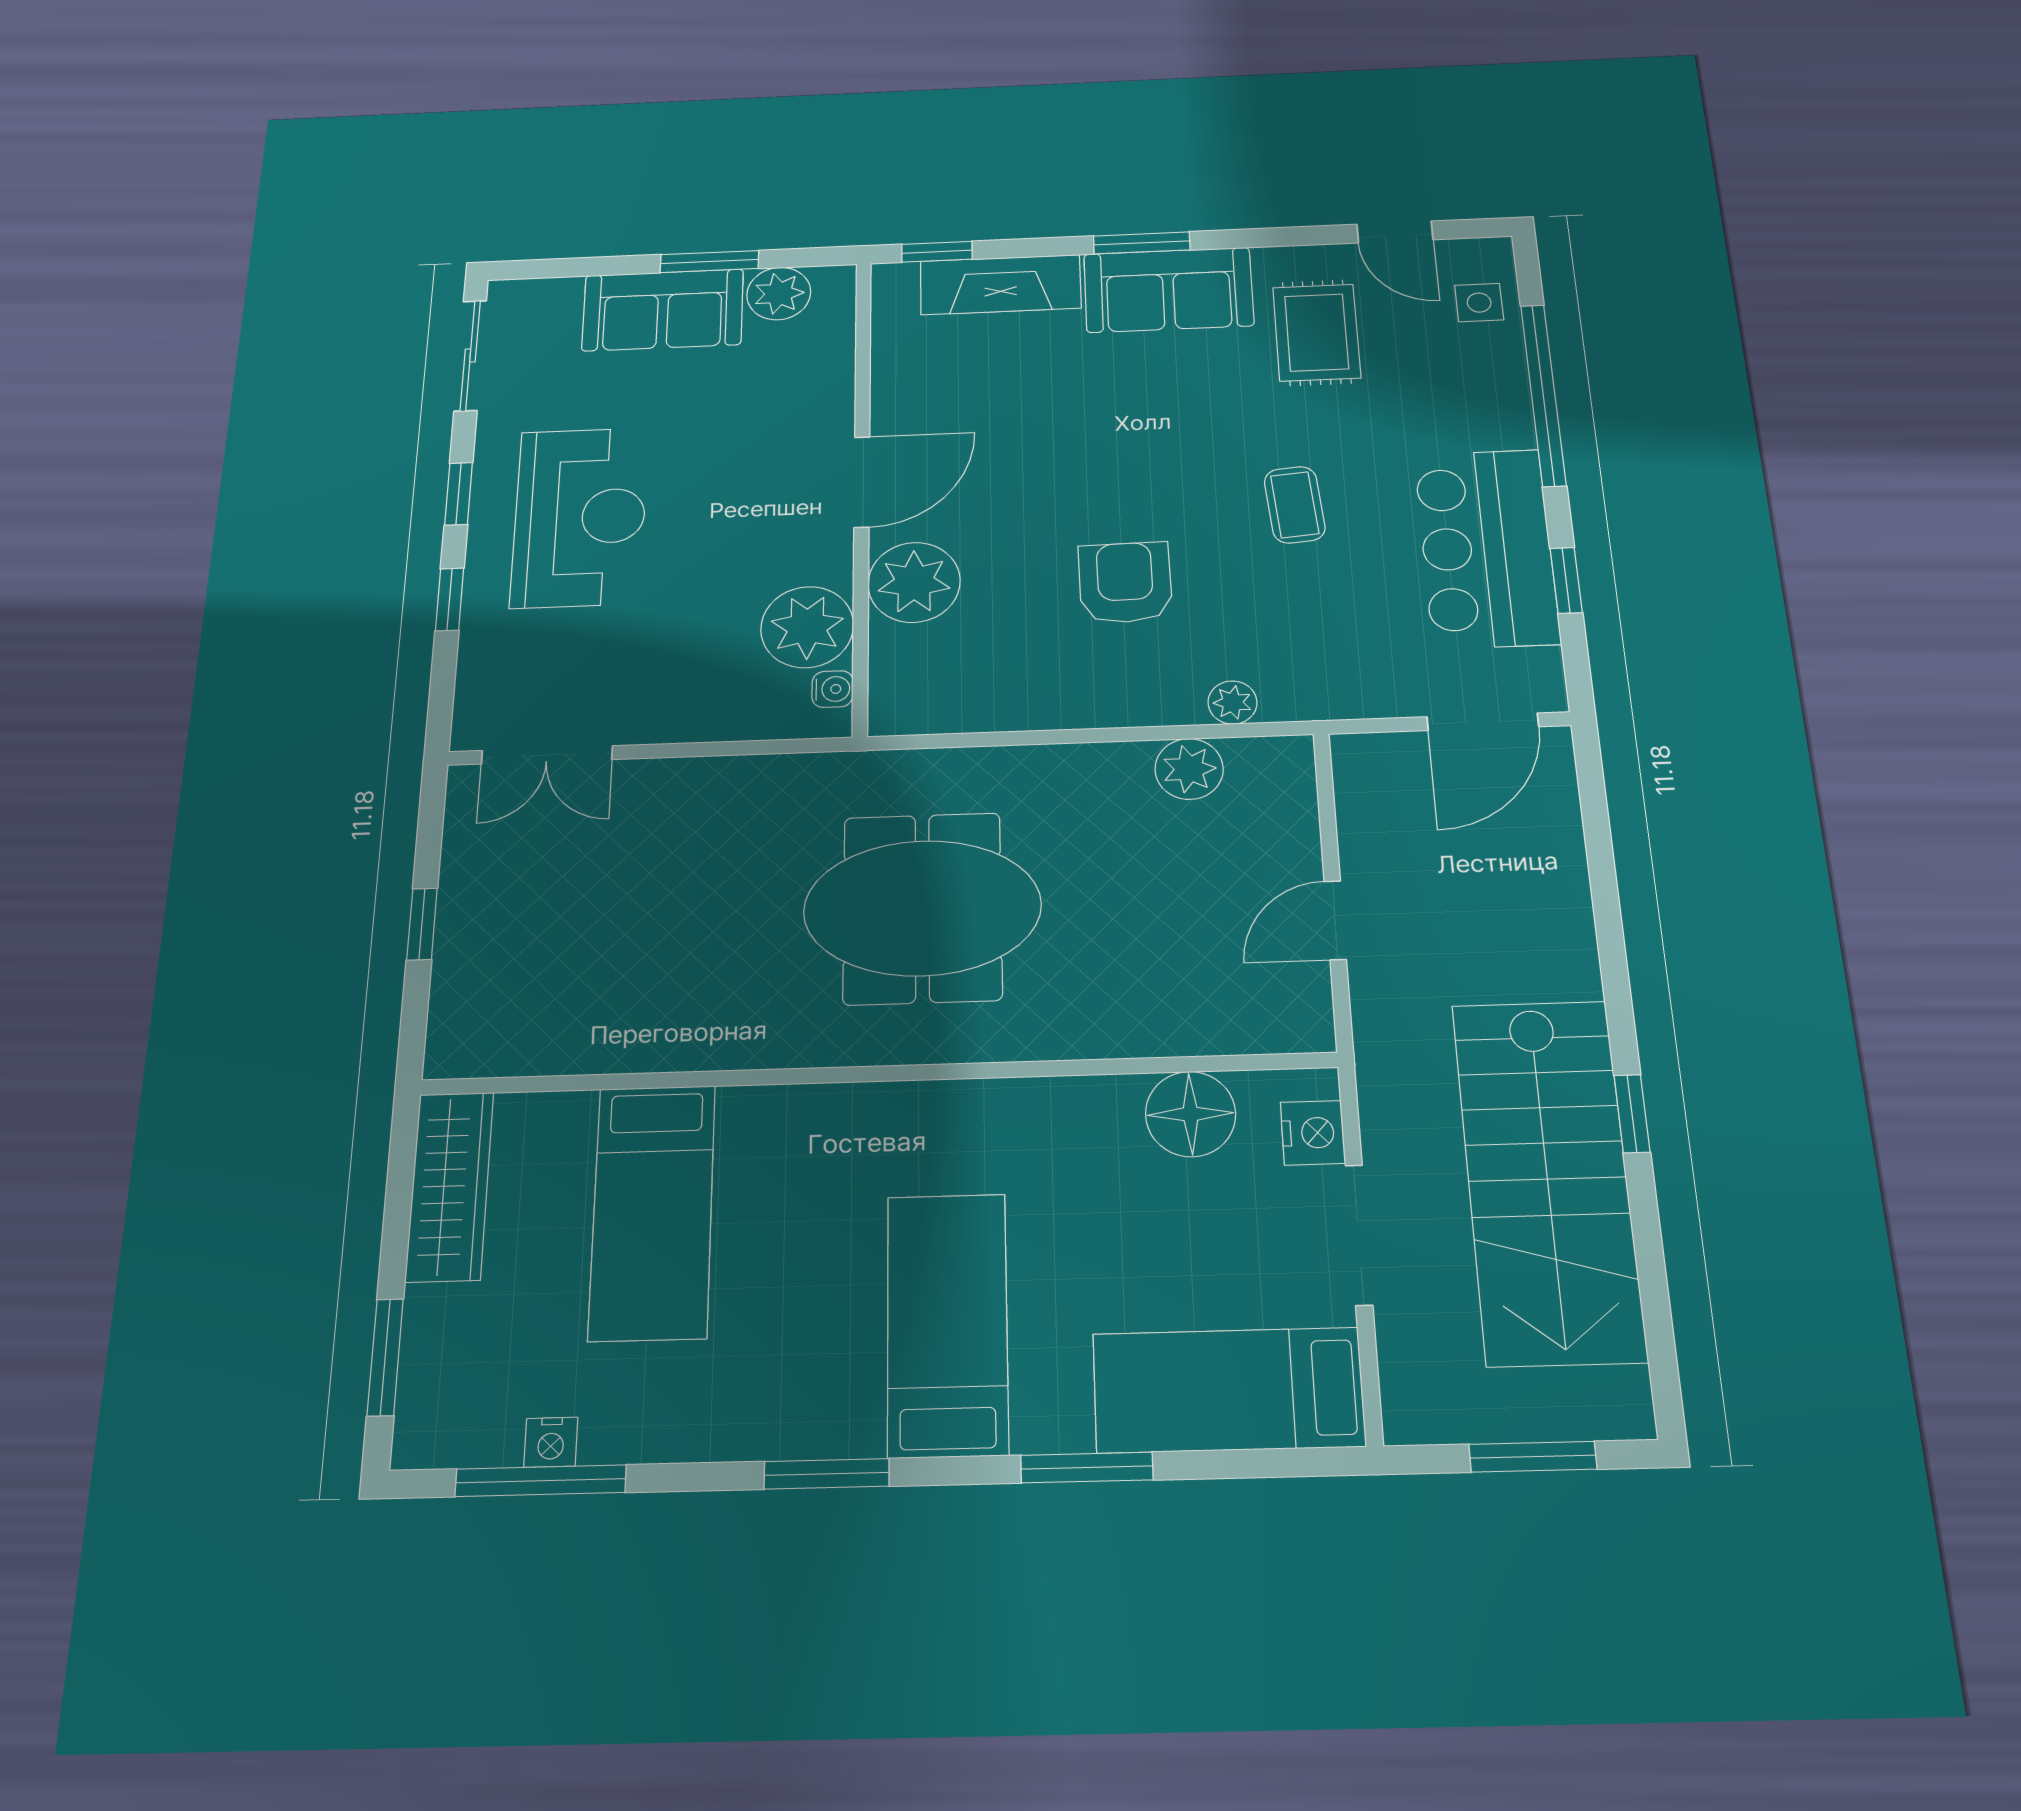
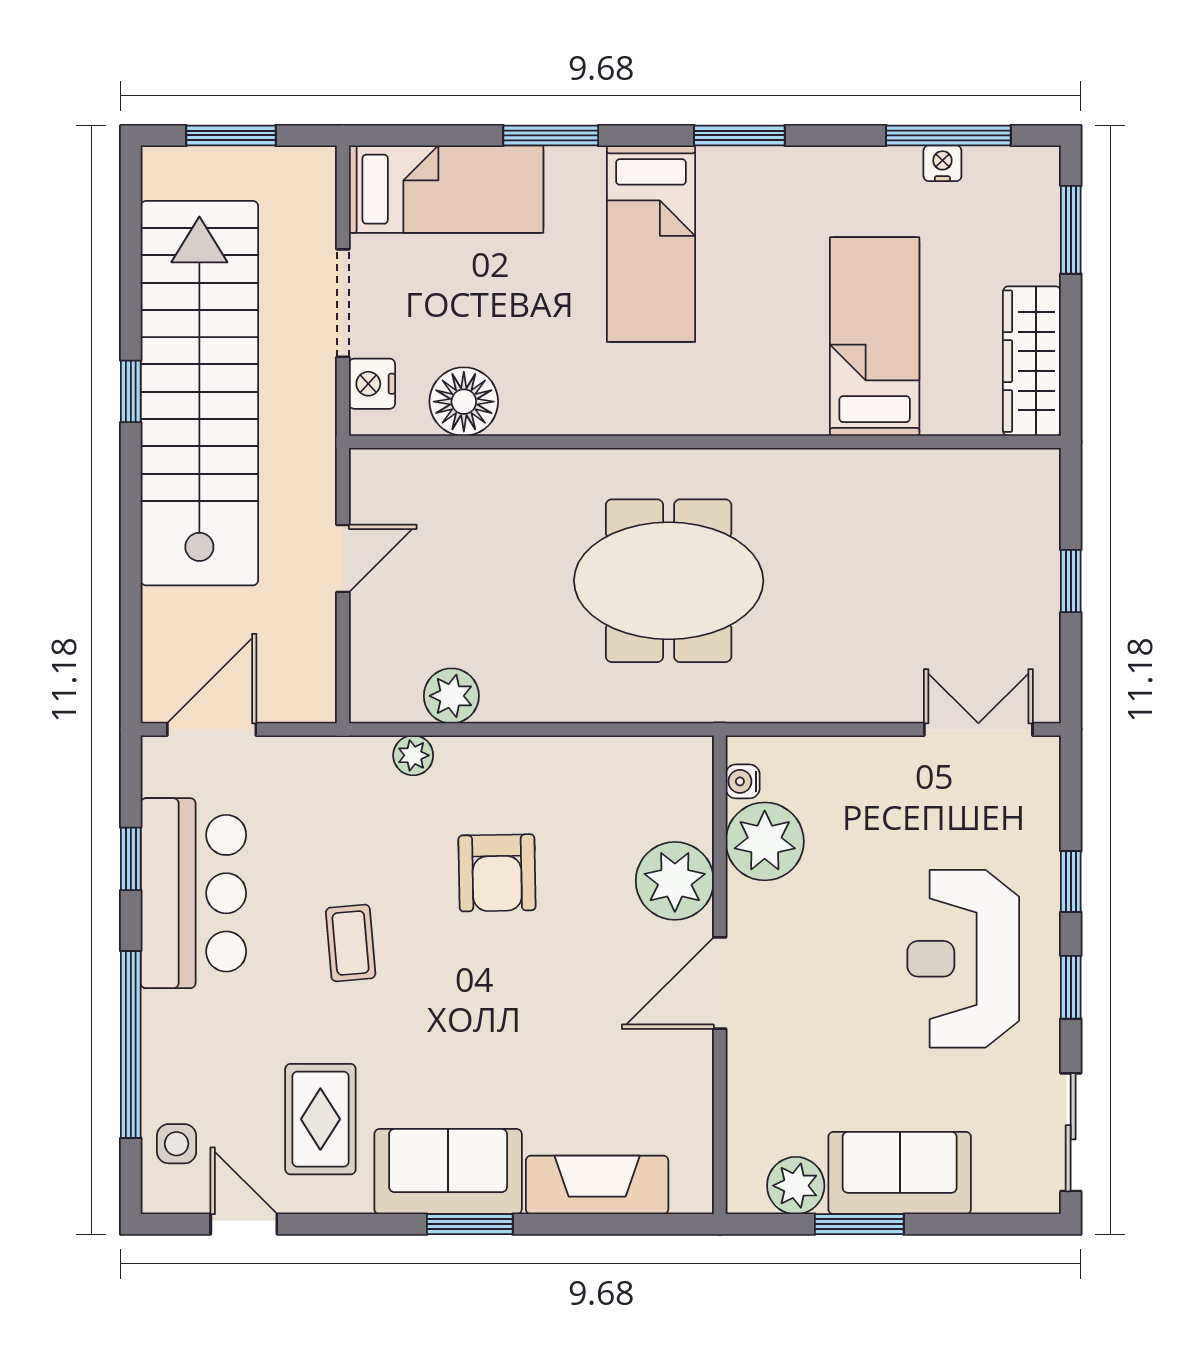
window: (937, 252) -> (654, 1224), removed
stairs: (1547, 1179) -> (199, 393), width x1.36

